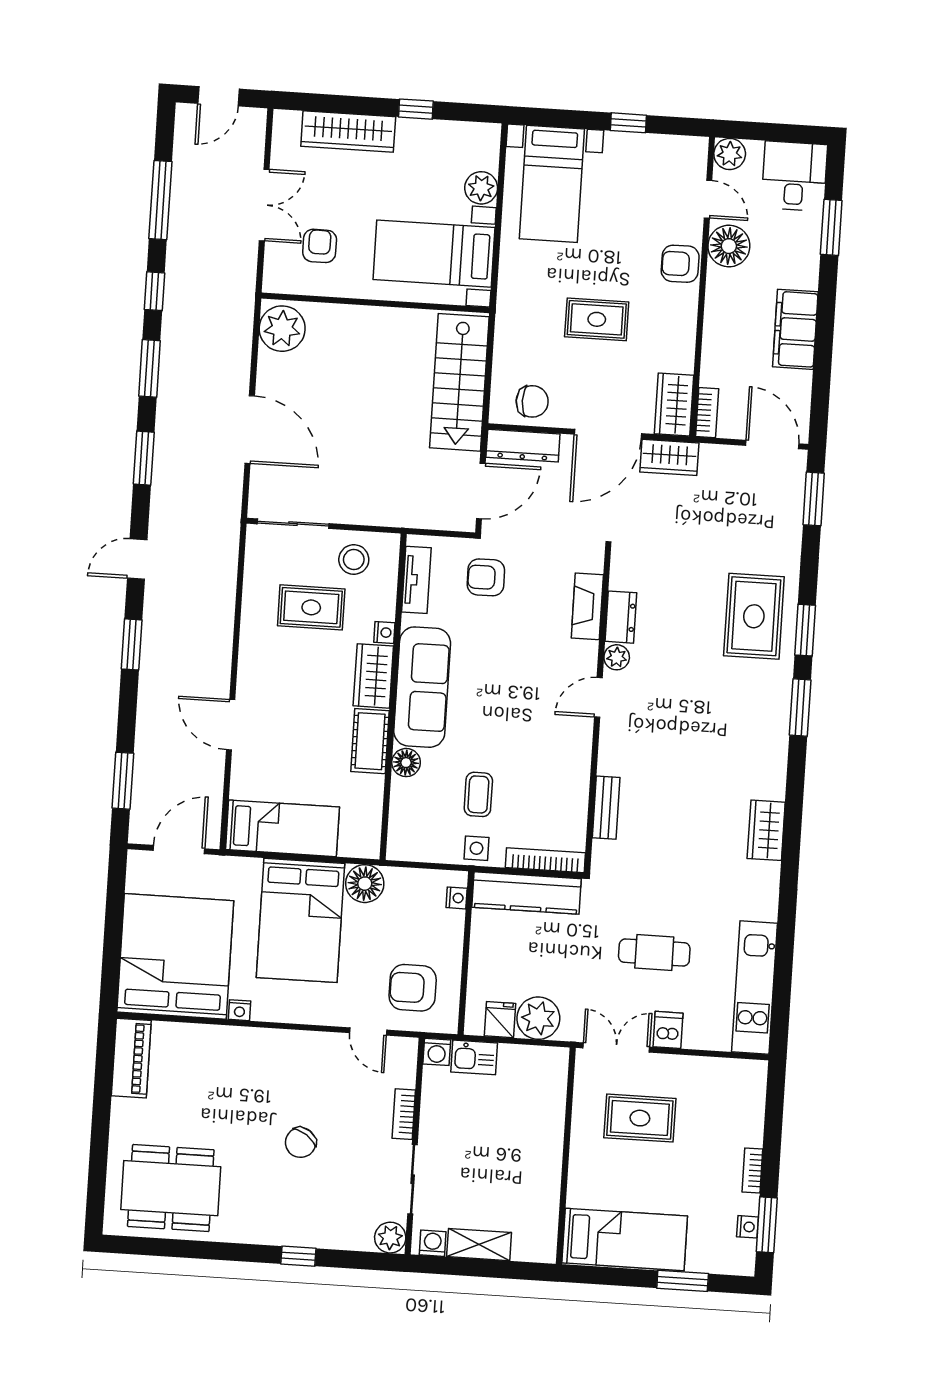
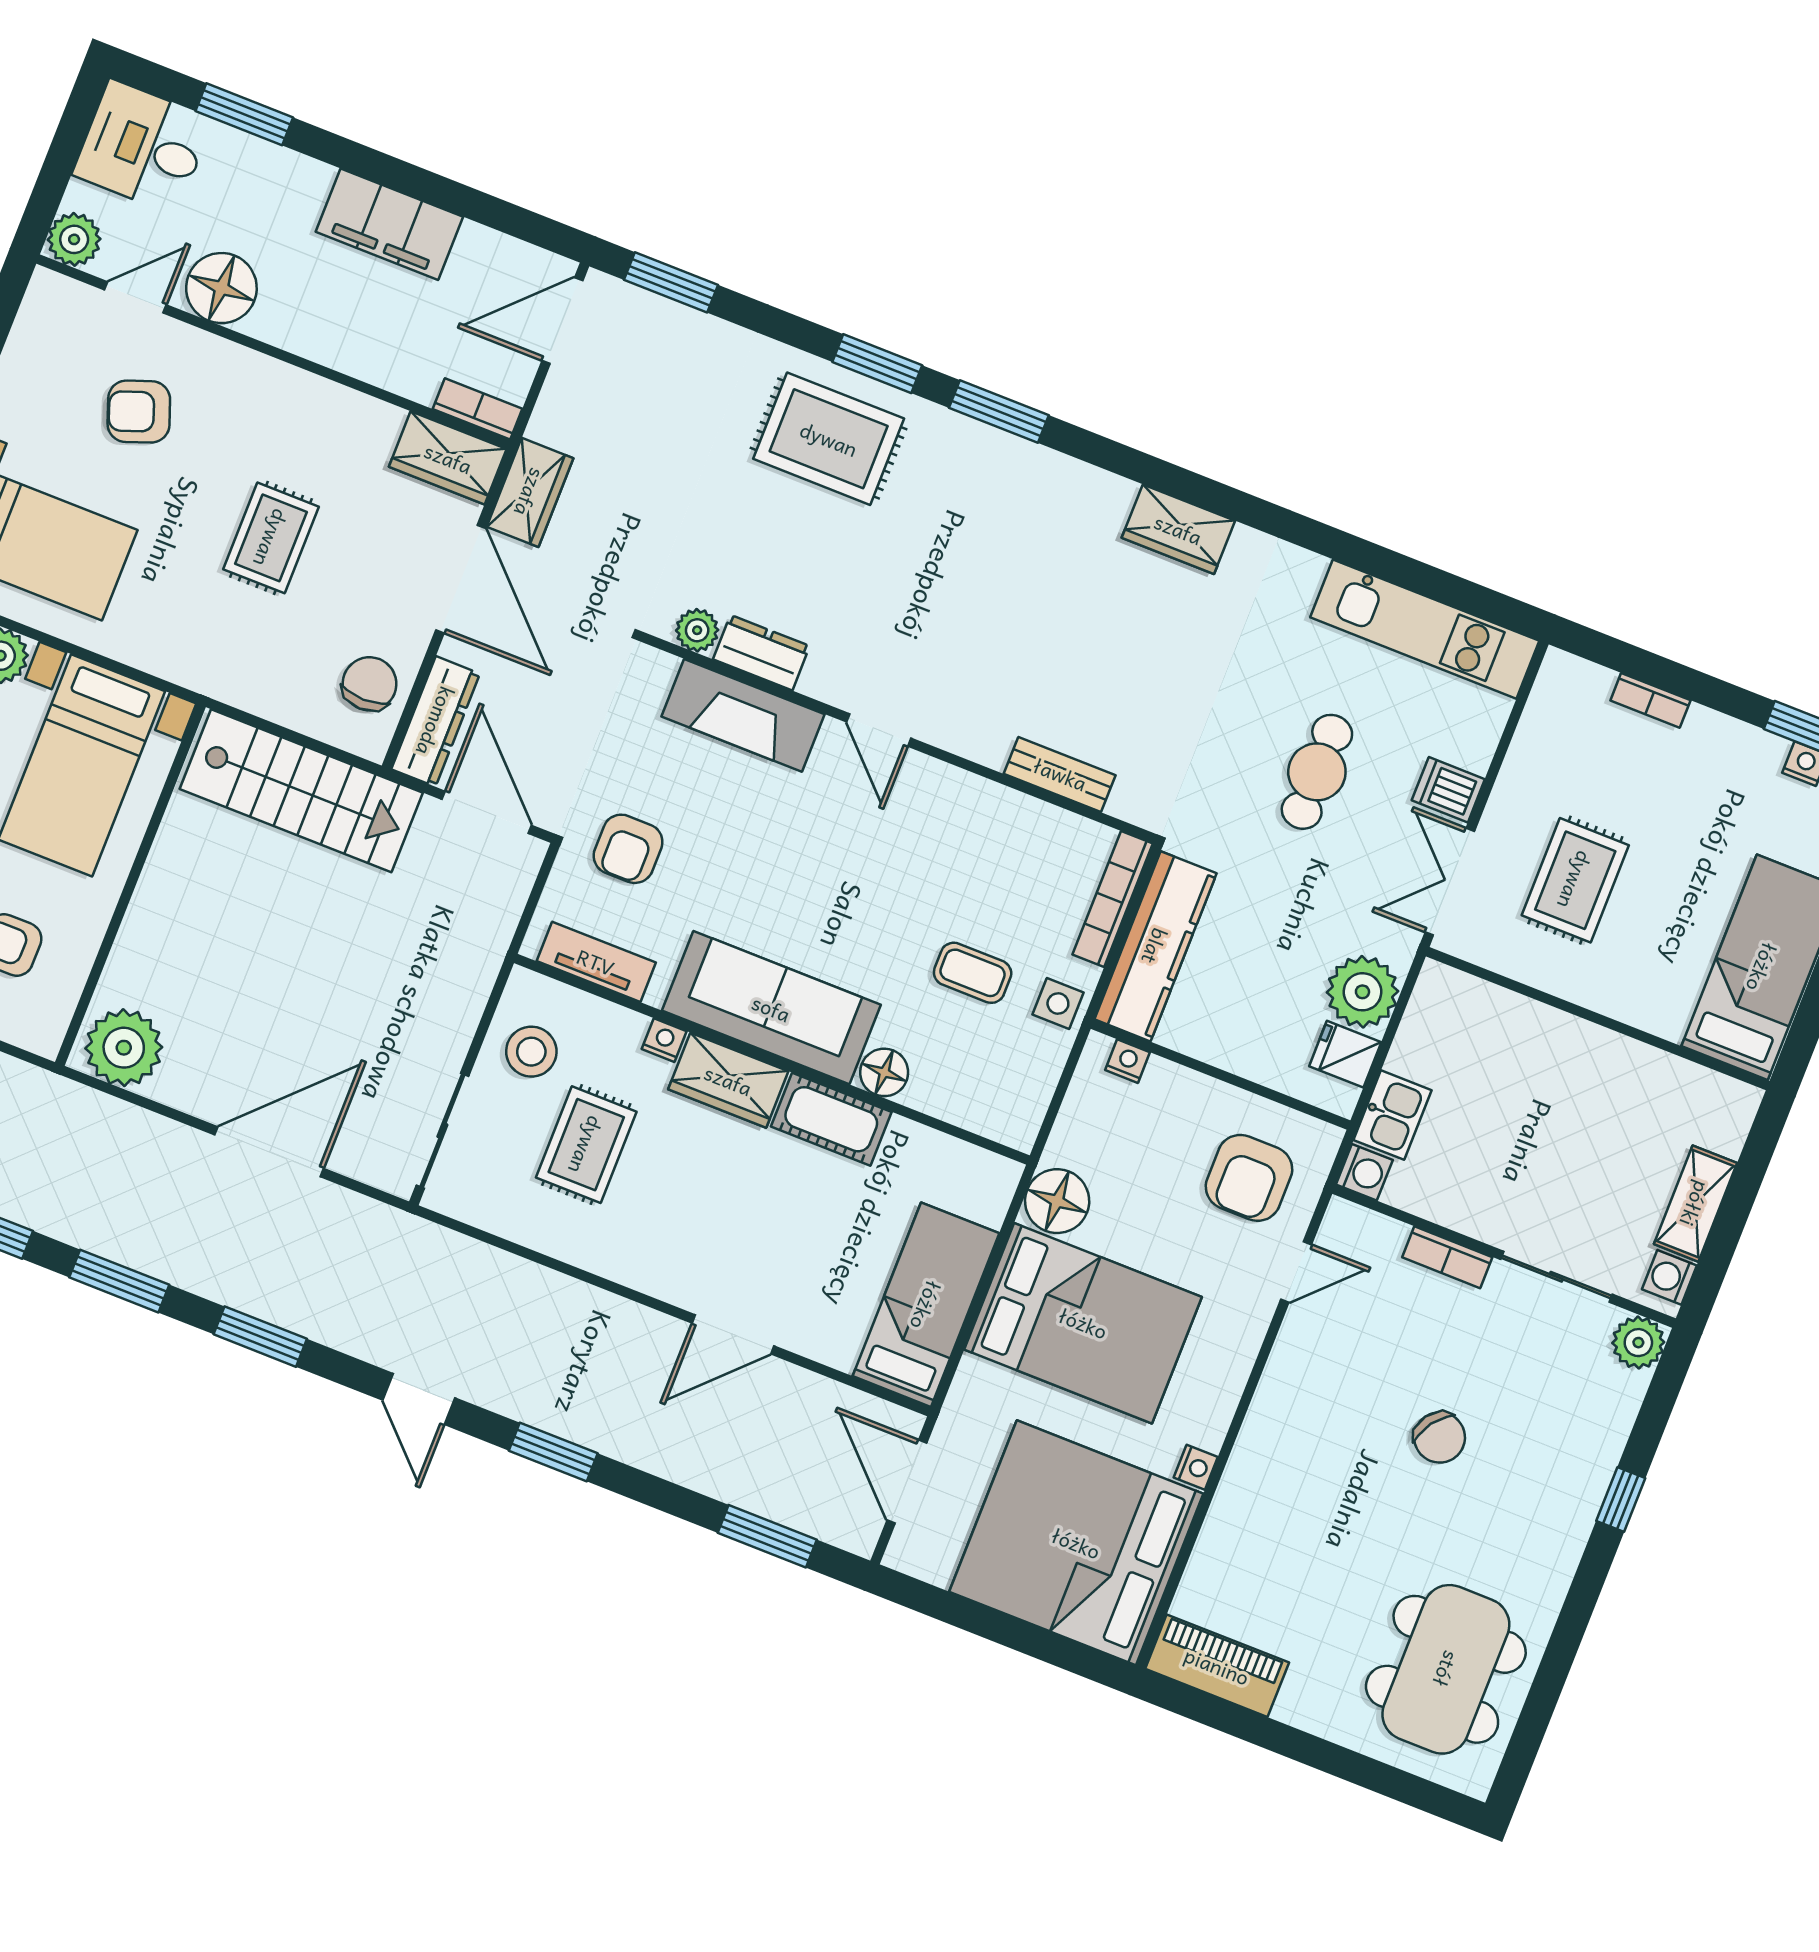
armchair: (680, 264) -> (139, 412), moved, turned 70
fireplace: (587, 606) -> (743, 715), width x1.37, depth x1.32
plant: (617, 657) -> (697, 630), moved
bookcase: (752, 1170) -> (1650, 700), moved

